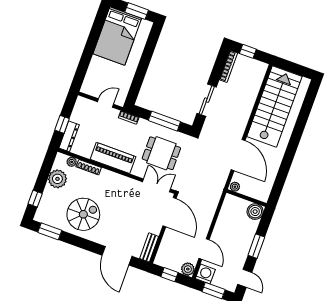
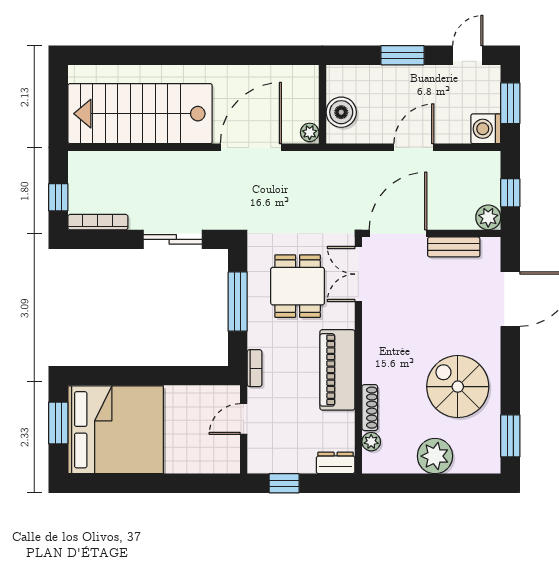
bed: (117, 36) -> (116, 430), width x1.36
door: (105, 103) -> (244, 419), hinge flipped
window: (62, 124) -> (284, 483), moved
dresser: (69, 136) -> (336, 463), width x0.70
plant: (57, 179) -> (435, 456), moved
window: (35, 199) -> (461, 483), removed
boiler: (255, 212) -> (341, 112), moved
bench: (149, 247) -> (454, 247), moved
door: (204, 249) -> (414, 147), moved
plant: (188, 269) -> (488, 217), moved

